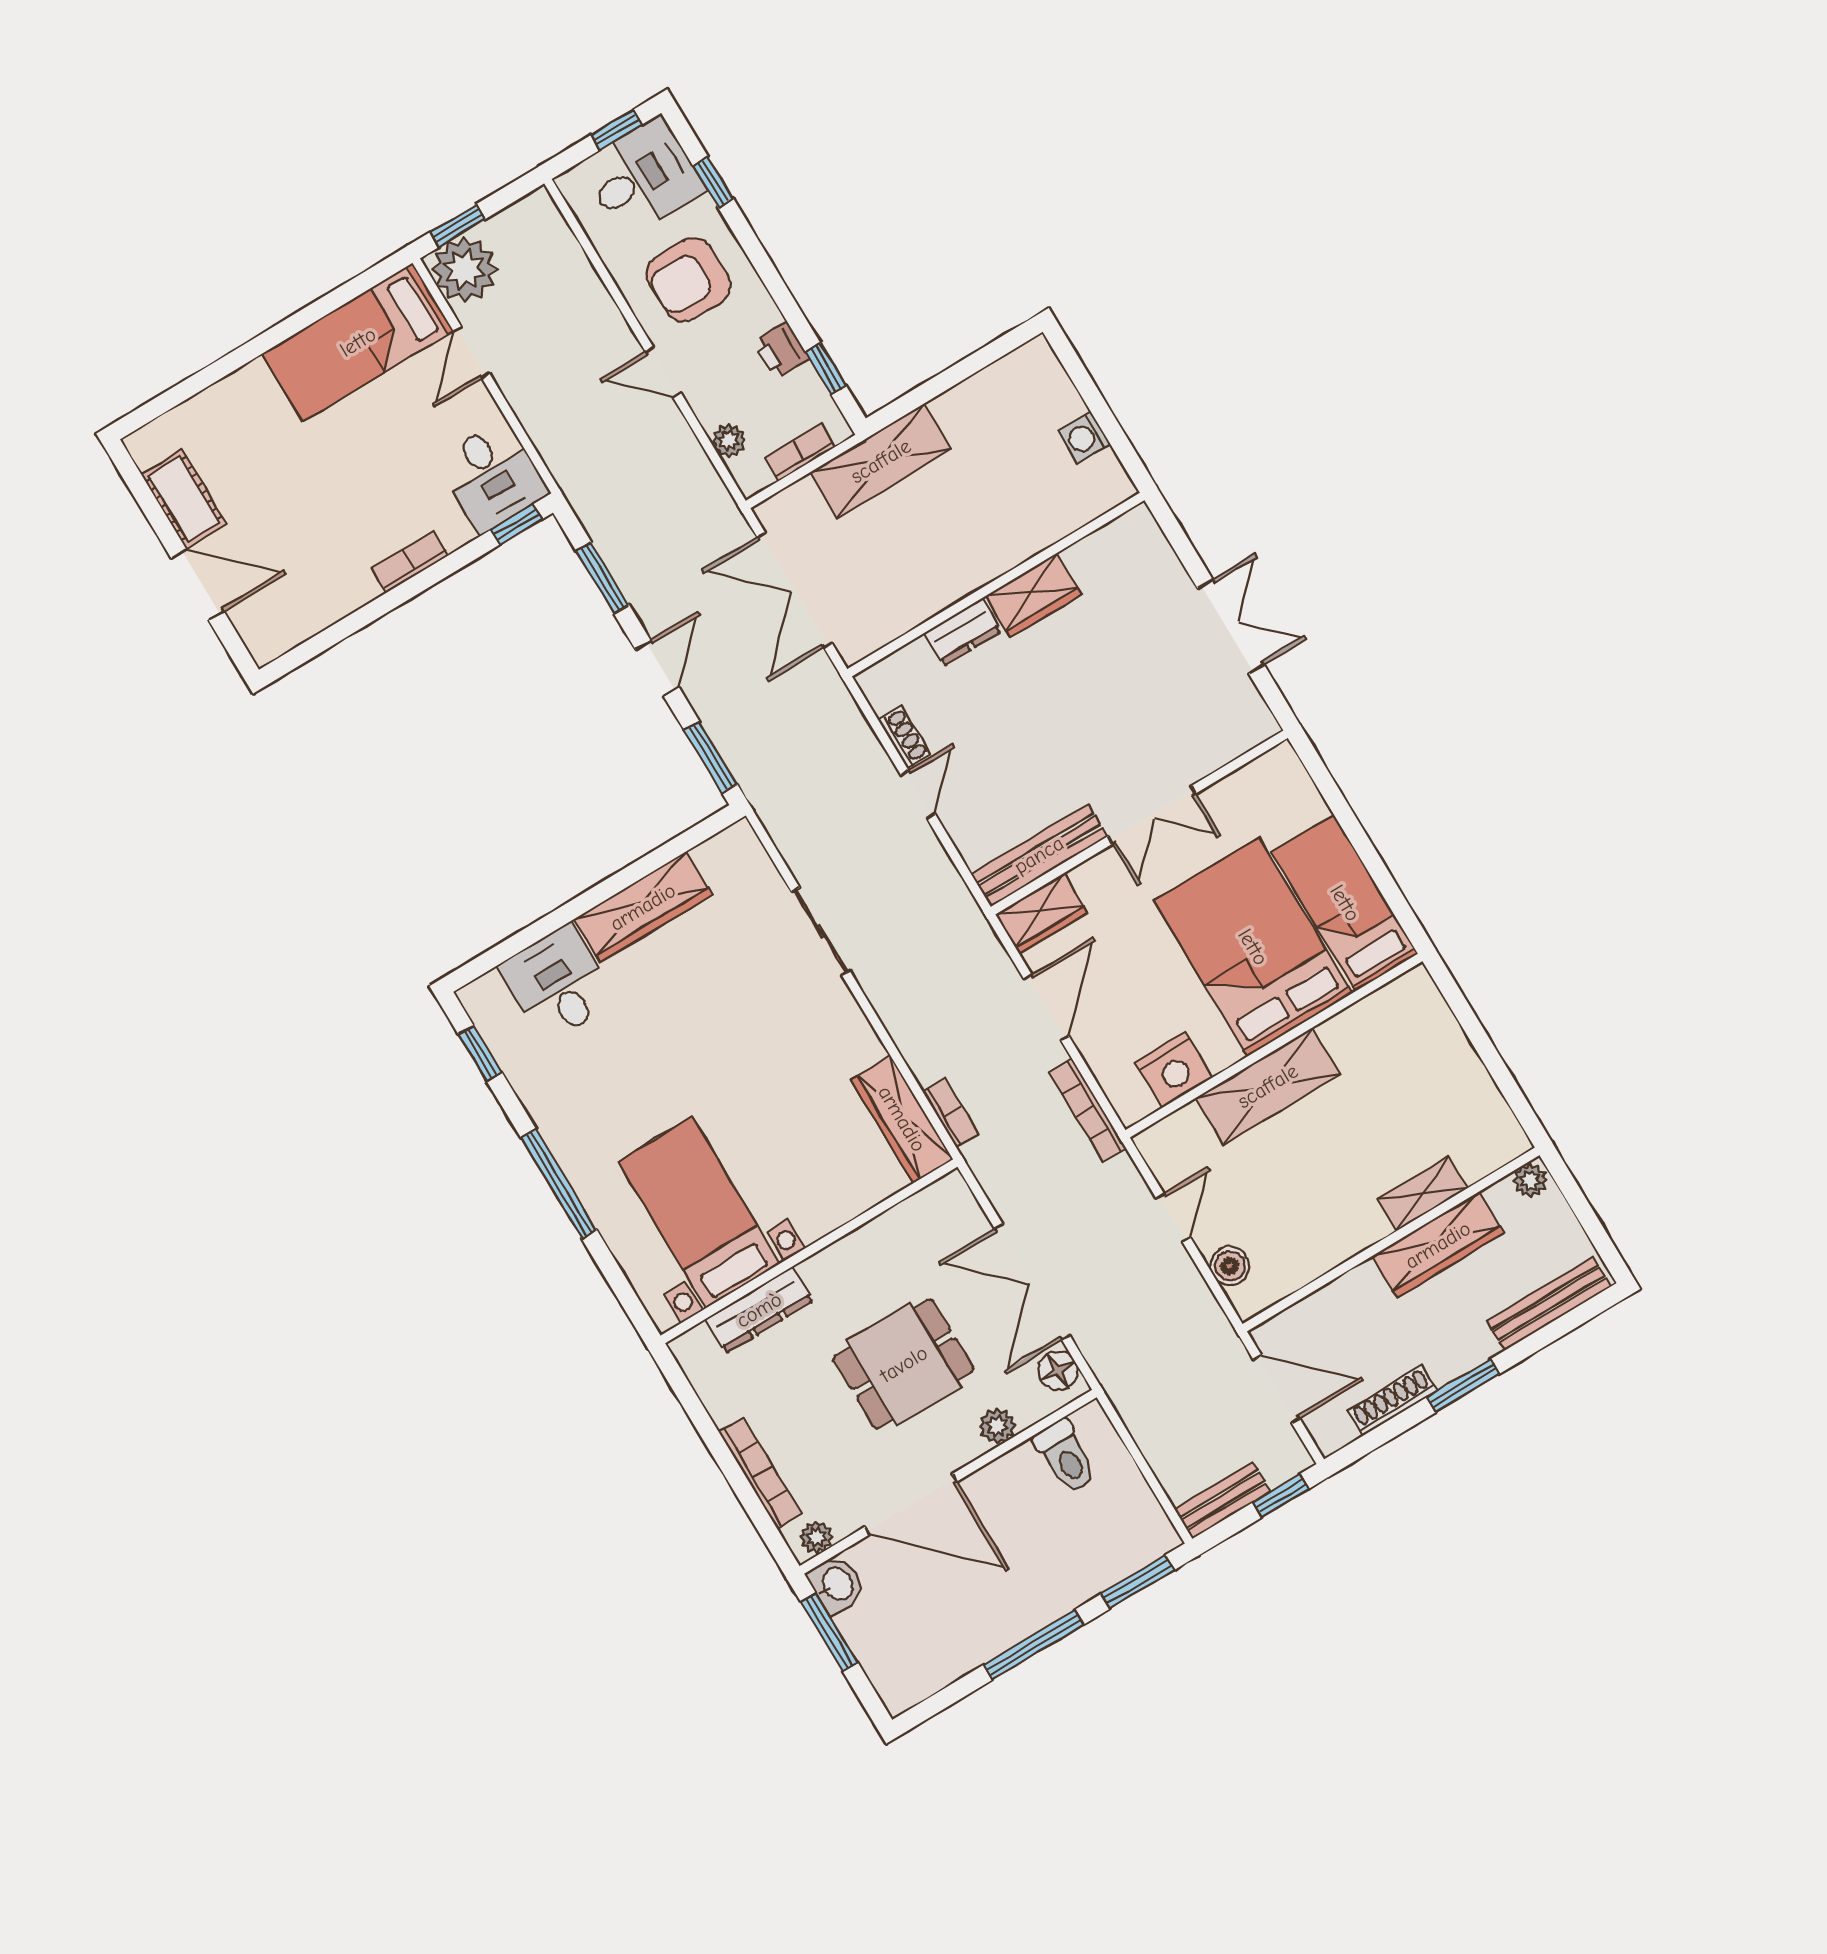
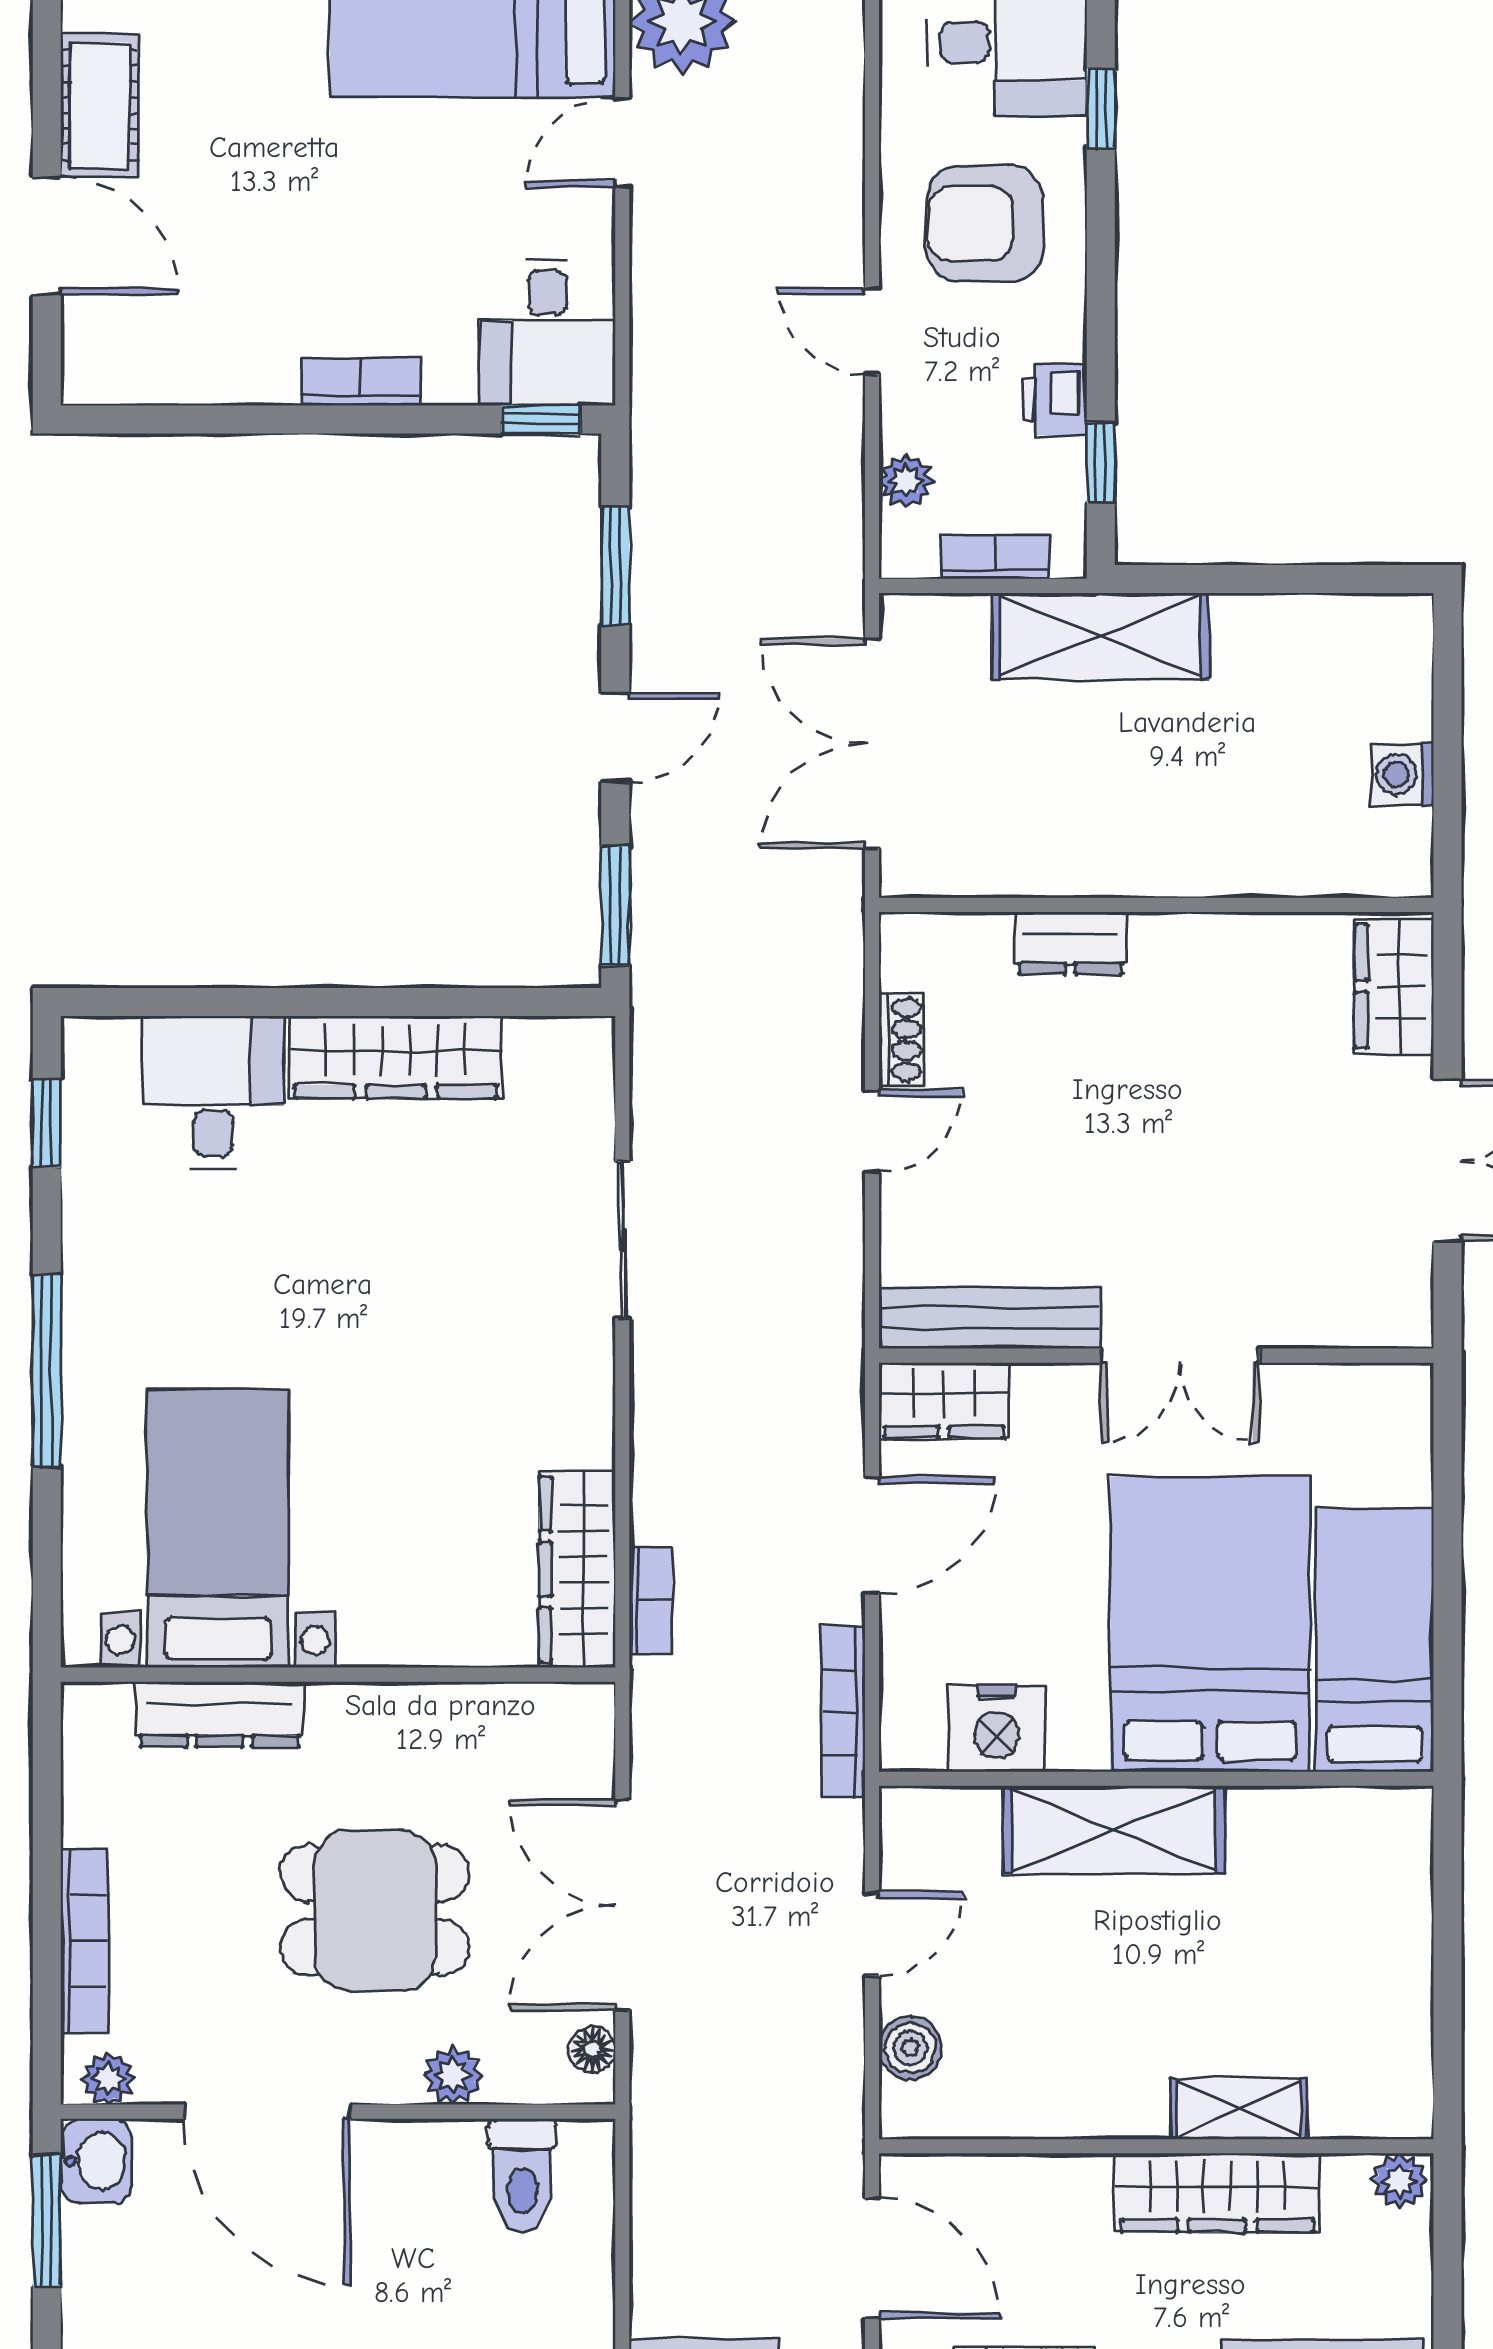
wardrobe: (1033, 595) -> (1394, 986), moved, turned 90
floor lamp: (1058, 1371) -> (592, 2049), width x0.73, depth x0.73

